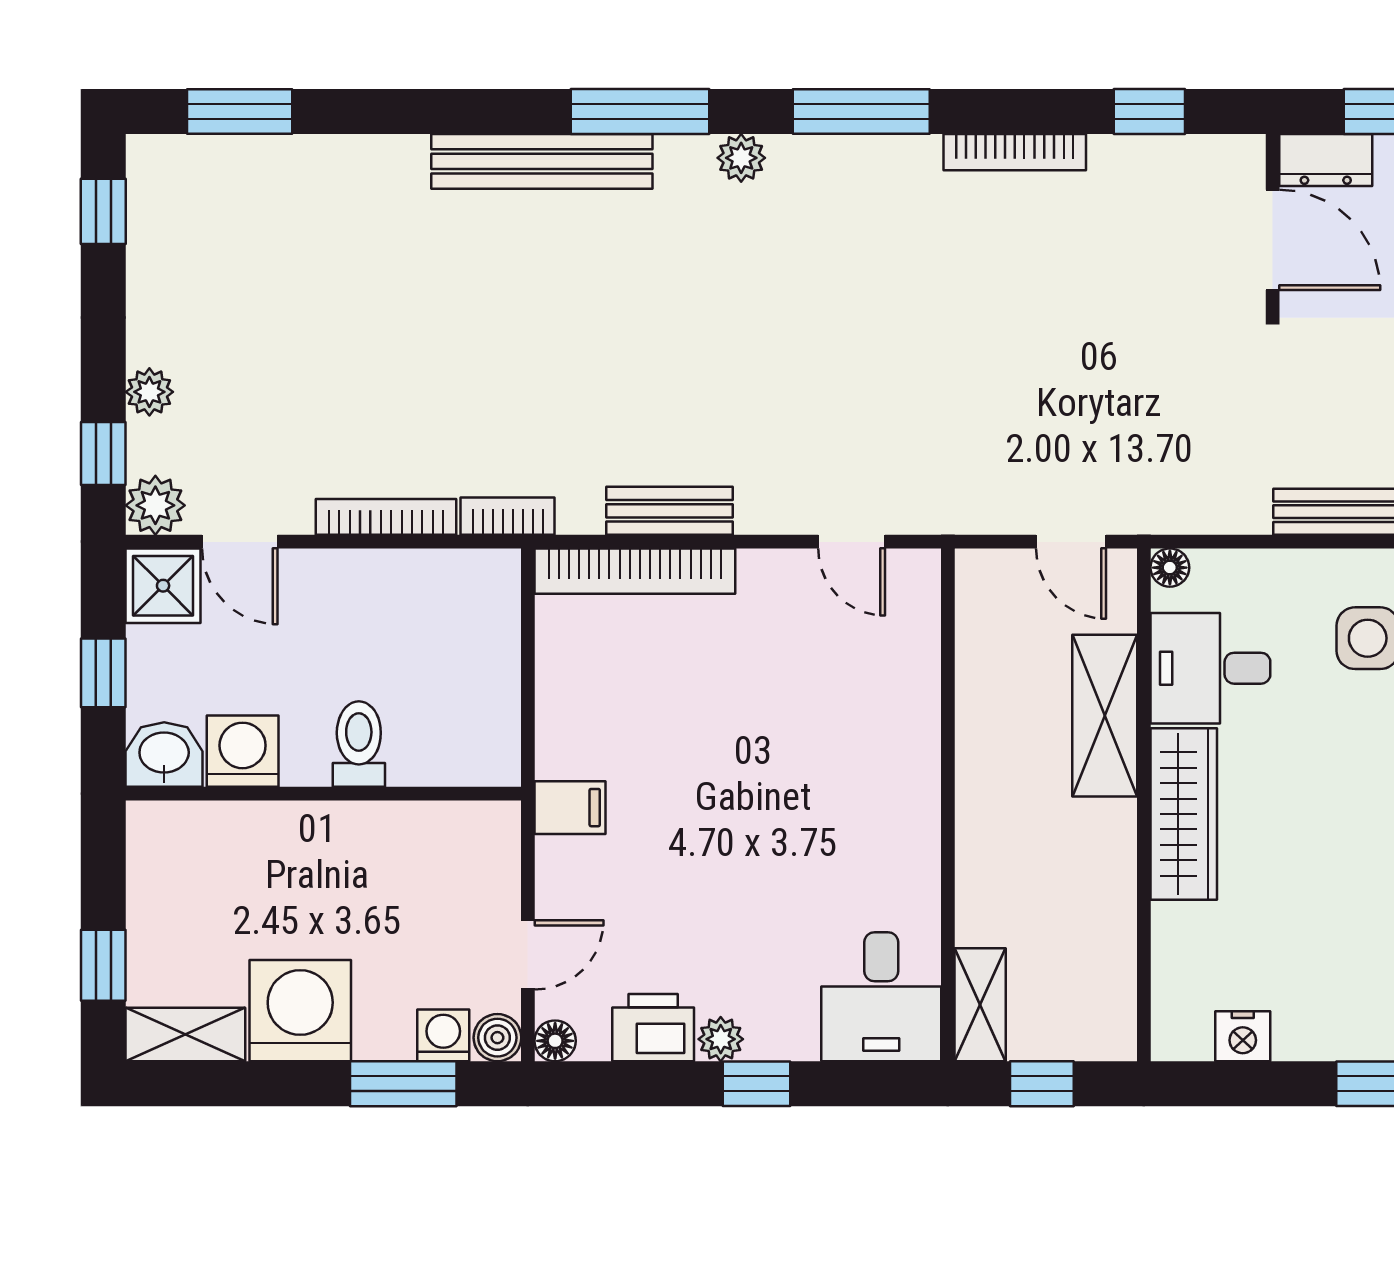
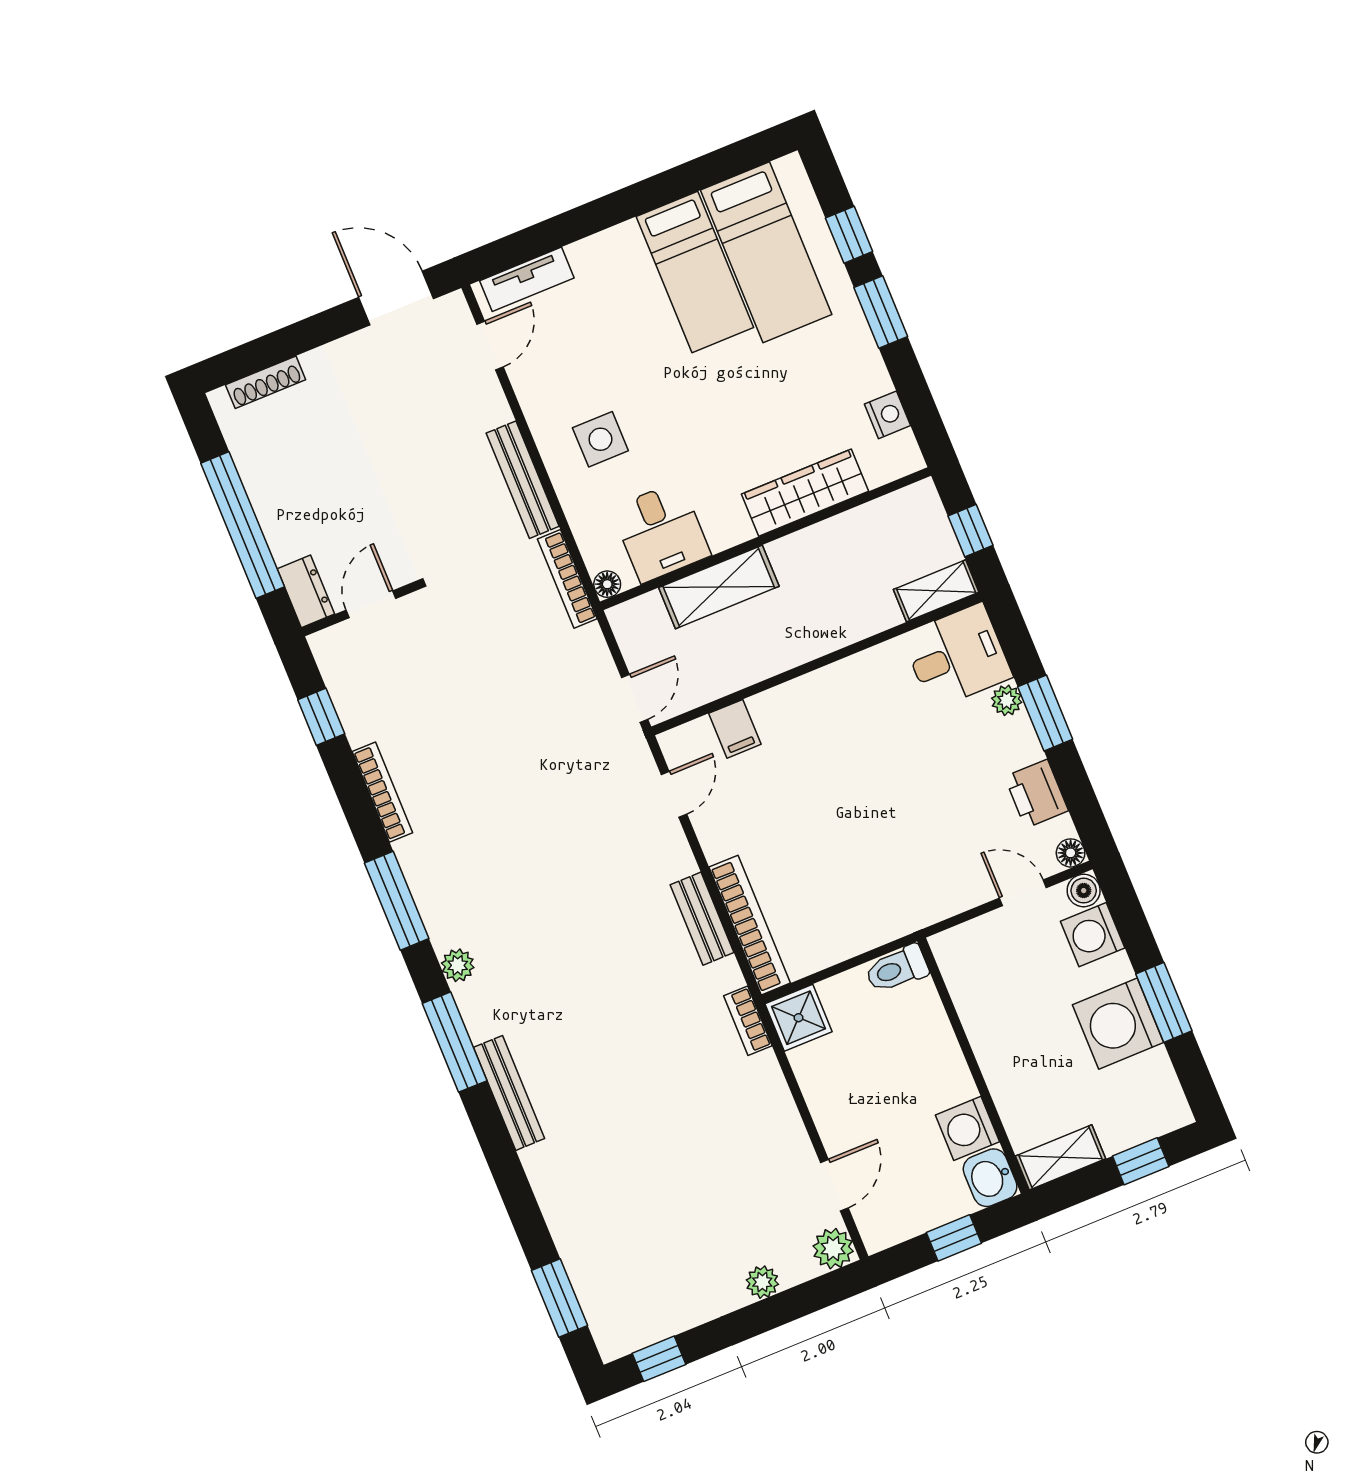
bench: (542, 161) -> (509, 1093), width x0.73, depth x0.82
door: (1273, 240) -> (371, 604), width x0.73
window: (103, 454) -> (814, 1295), removed
bookcase: (386, 517) -> (567, 579), moved
door: (1071, 542) -> (635, 698), moved
shower: (163, 586) -> (798, 1018), moved
toilet: (359, 744) -> (897, 969), moved
filing cabinet: (570, 808) -> (735, 729), moved, turned 180
wardrobe: (1184, 814) -> (805, 493), moved
shelving: (185, 1034) -> (1061, 1157), moved, turned 90
washing machine: (443, 1035) -> (1093, 935), width x1.38, depth x1.38
plant: (721, 1039) -> (1007, 700), moved
window: (403, 1084) -> (1164, 1002), moved
window: (756, 1084) -> (1045, 713), width x1.50

